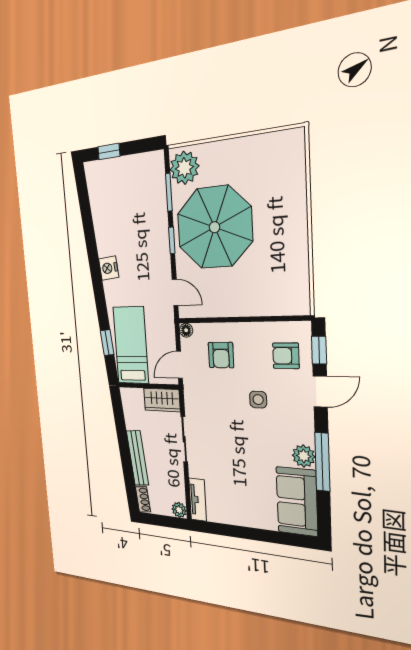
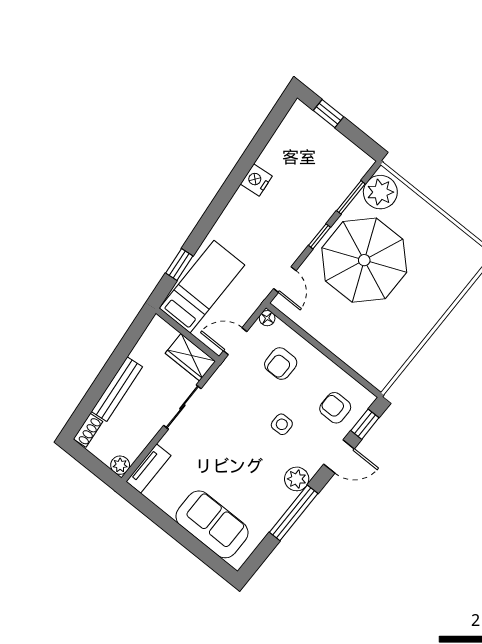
nightstand: (109, 268) -> (256, 180), moved
plant: (304, 456) -> (297, 479), moved
sofa: (297, 502) -> (212, 524), moved, turned 90

